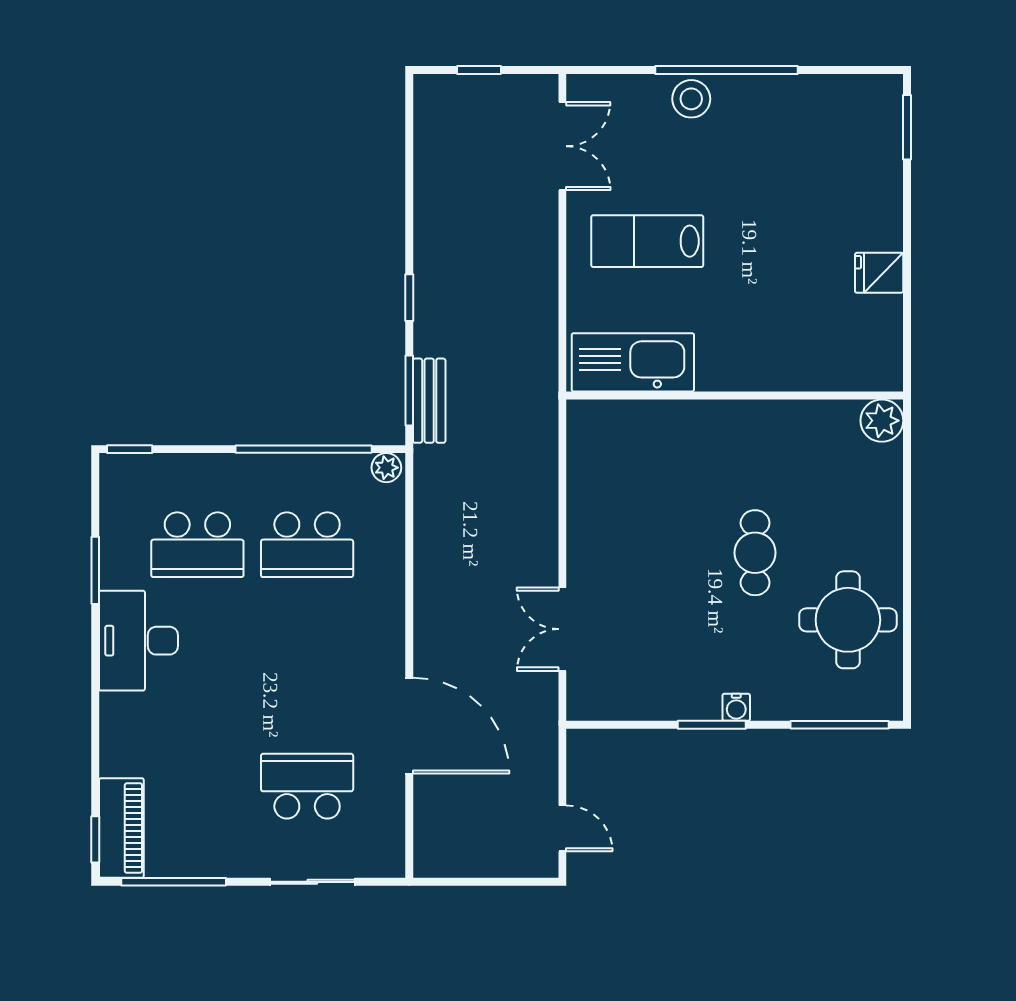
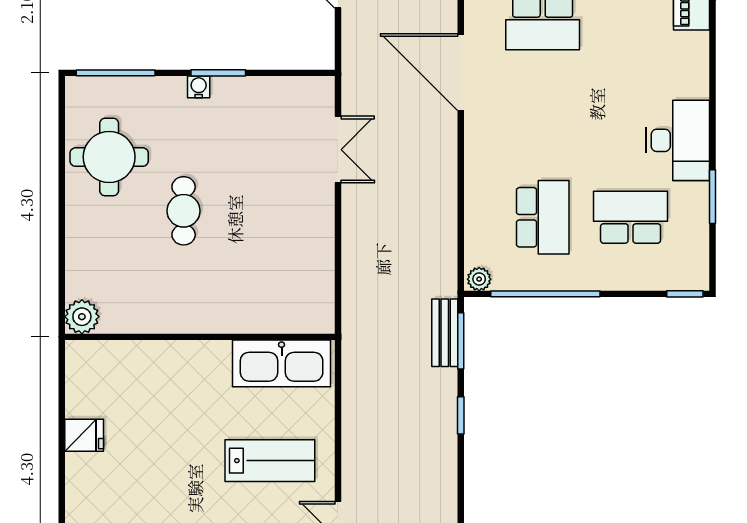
school desk: (307, 545) -> (543, 217), turned 90

